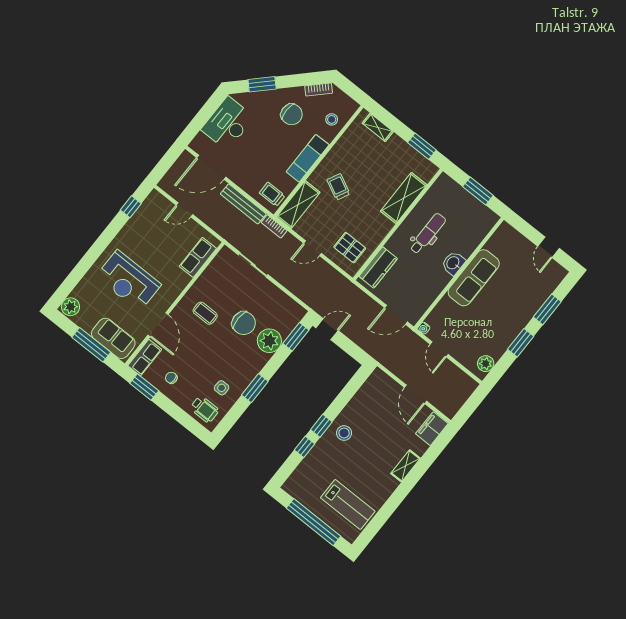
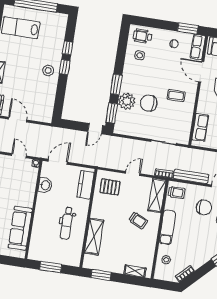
chair: (292, 114) -> (204, 207), moved, turned 180
washbasin: (453, 263) -> (45, 185), moved
sofa: (474, 278) -> (20, 228), moved
window: (255, 388) -> (116, 84), moved

